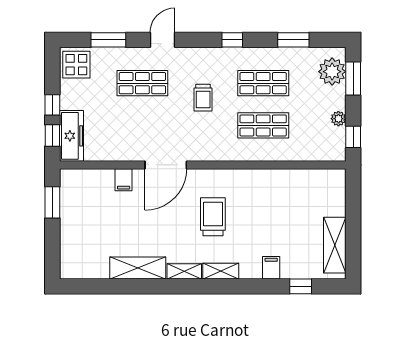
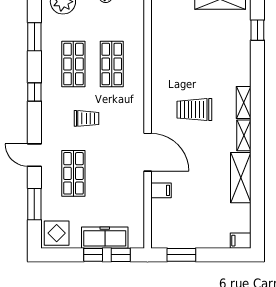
freezer: (71, 136) -> (105, 238), moved
filing cabinet: (271, 268) -> (241, 241), moved

